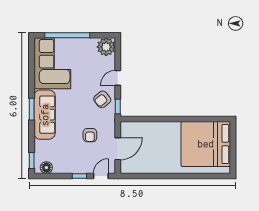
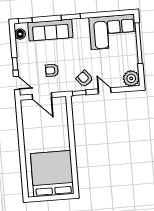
sofa: (45, 115) -> (50, 30), moved

